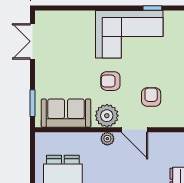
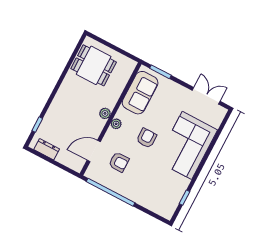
corner sofa: (129, 34) -> (187, 145), moved
plant: (107, 116) -> (116, 124), width x0.53, depth x0.53
door: (134, 130) -> (94, 151), moved

